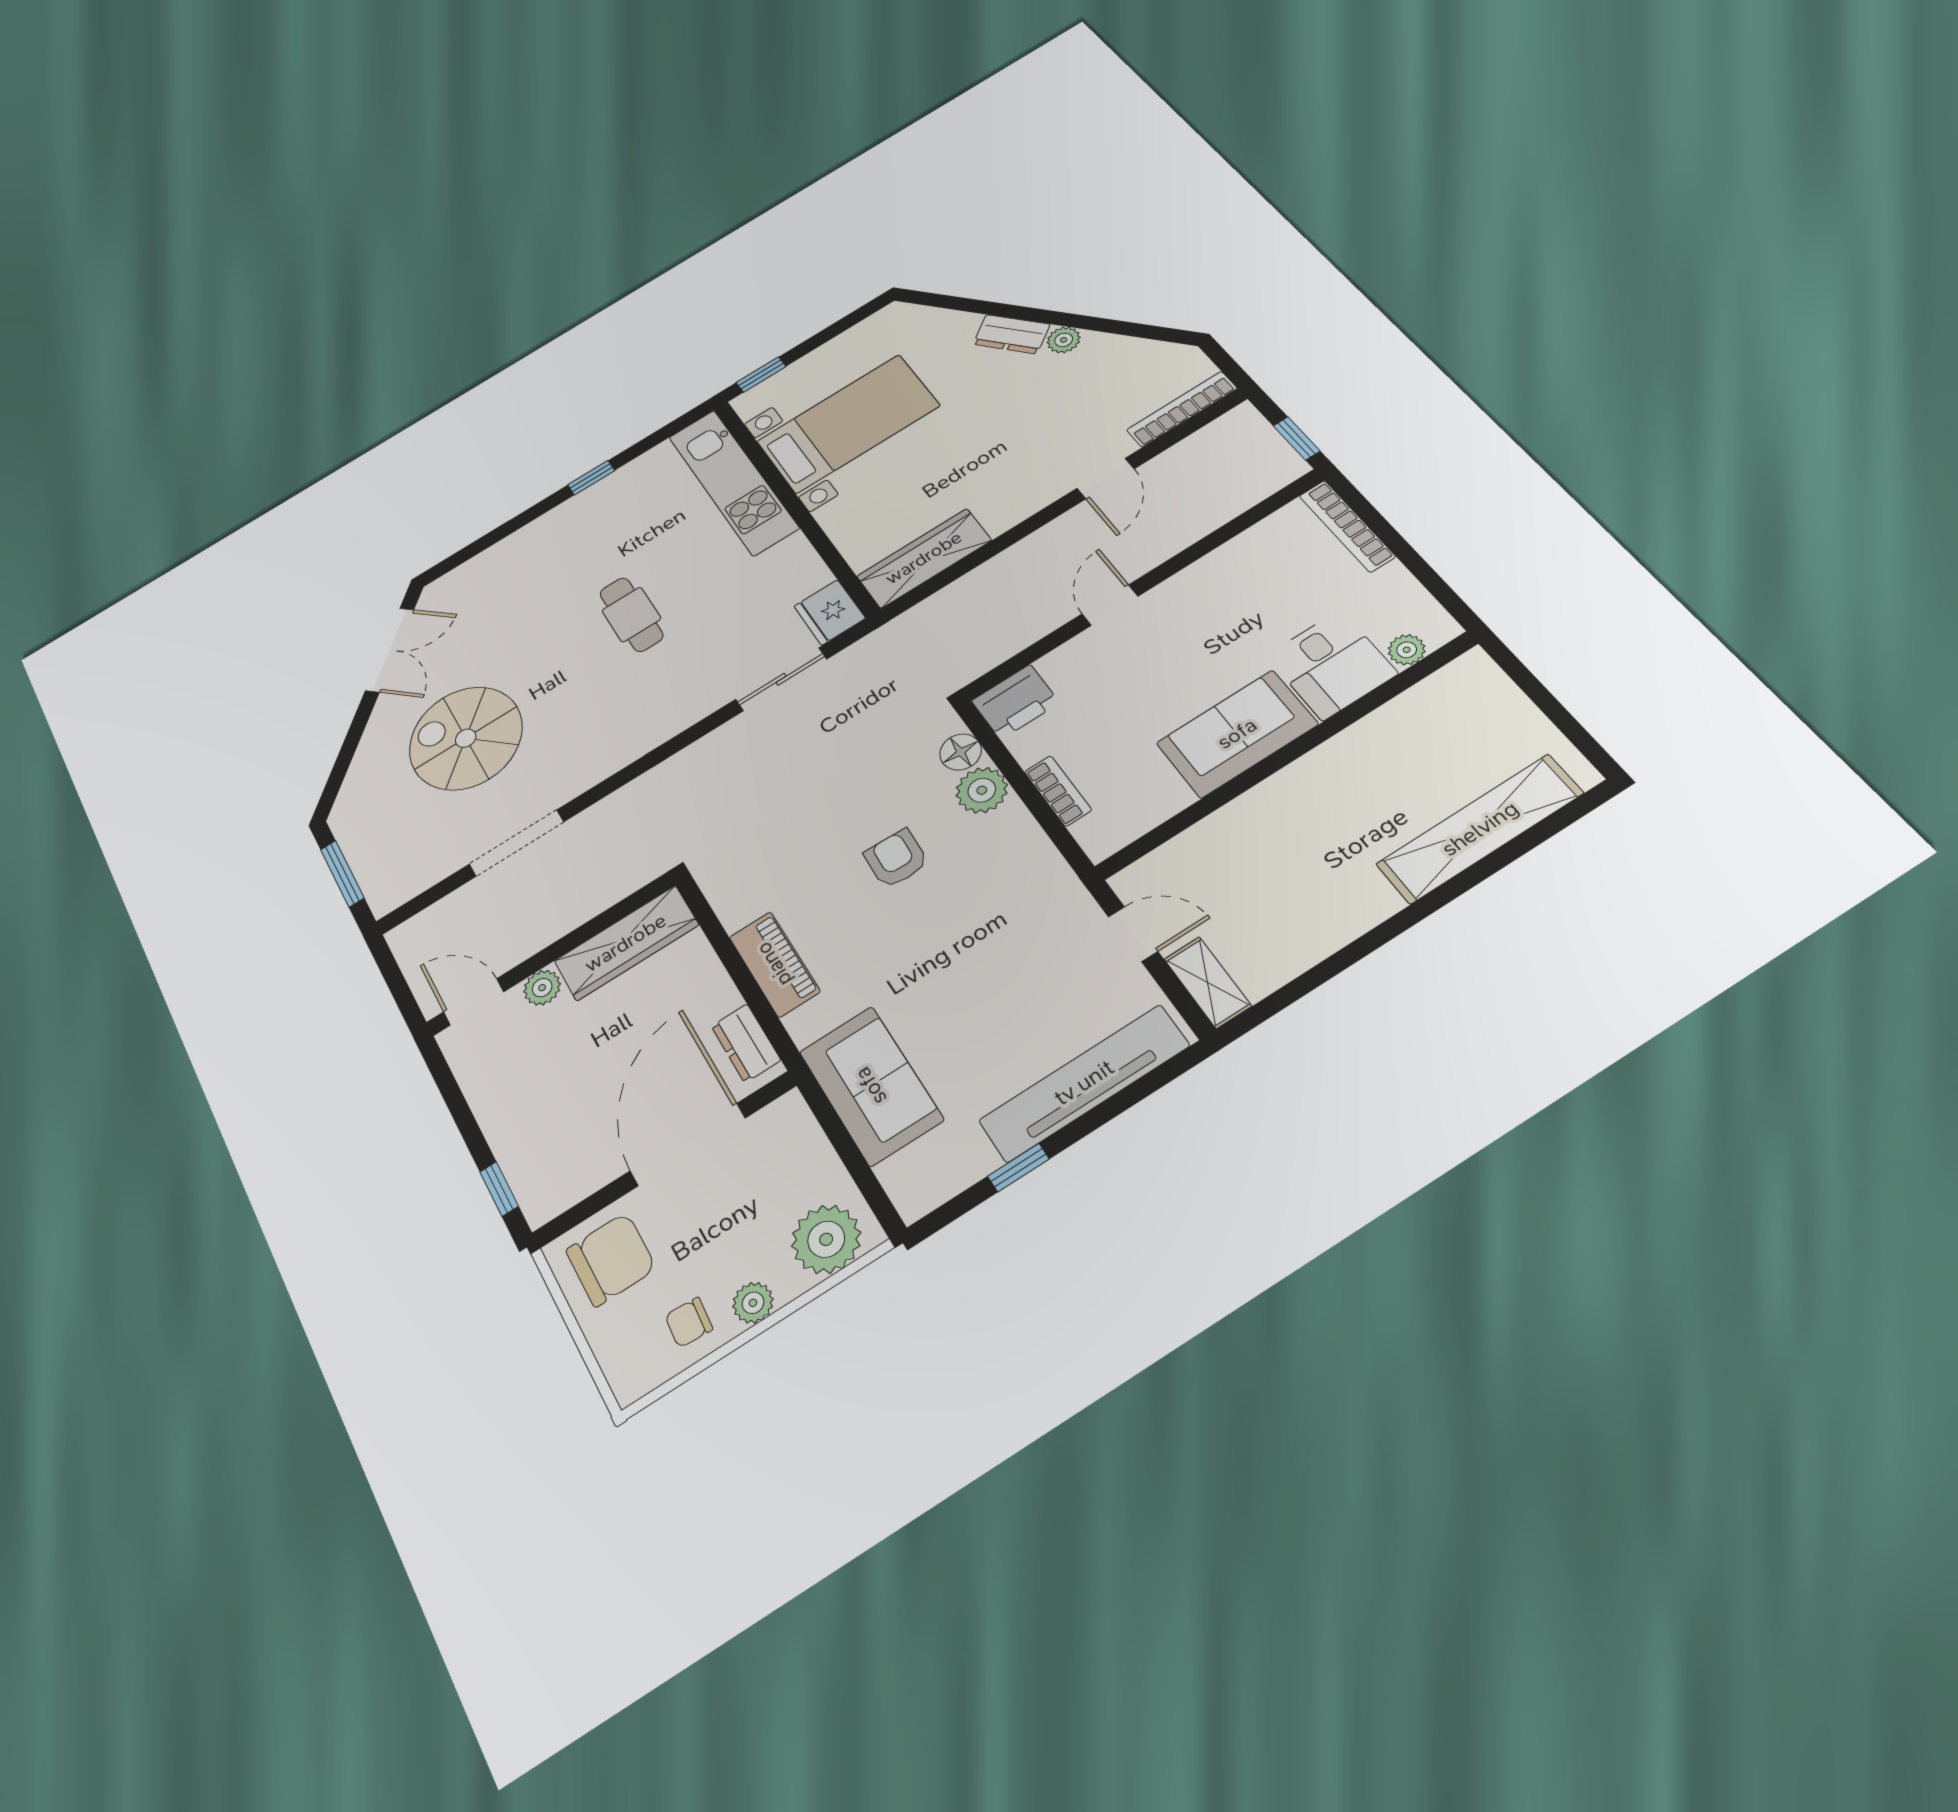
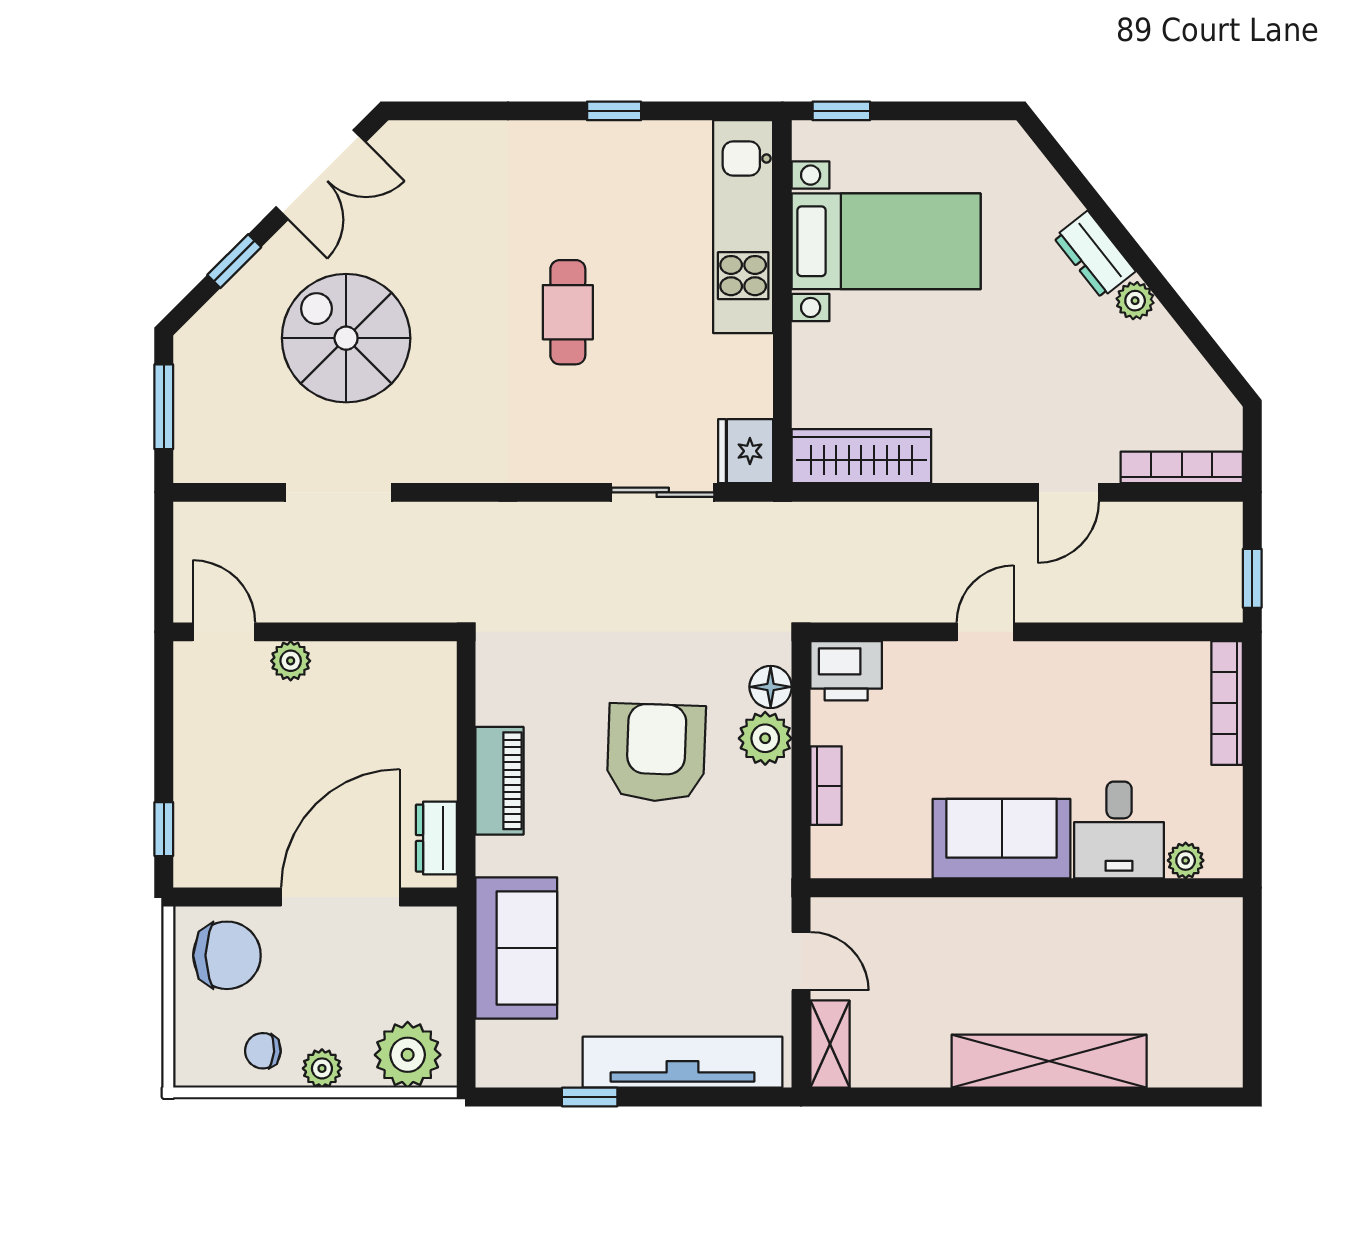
window: (351, 744) -> (234, 261), added
shelving: (1480, 829) -> (1049, 1061), moved
armchair: (896, 859) -> (656, 753), width x1.88, depth x1.88
wardrobe: (626, 943) -> (385, 669), removed

